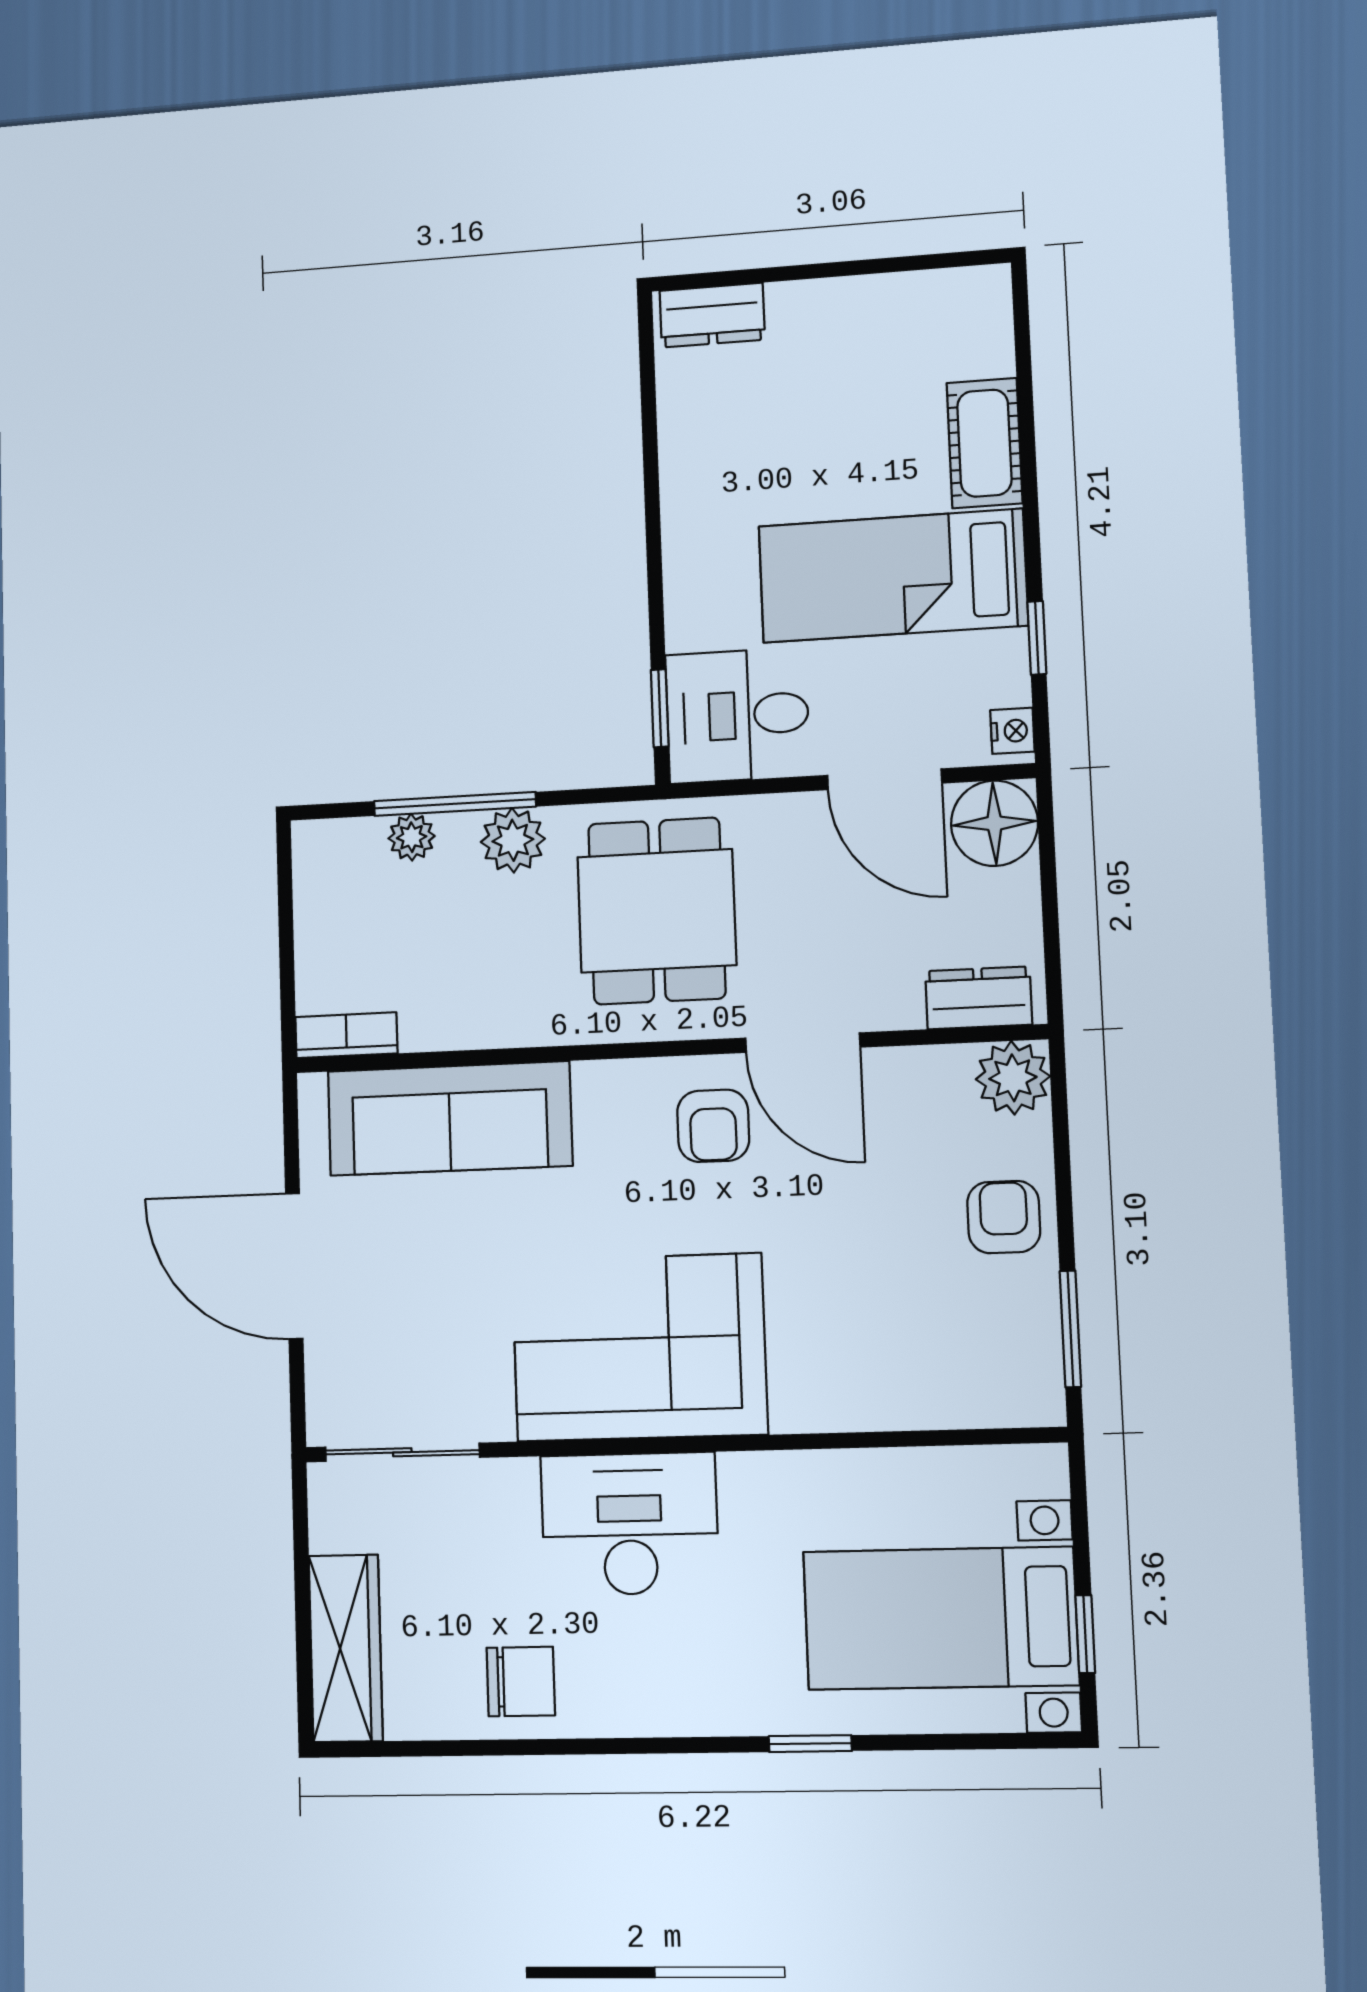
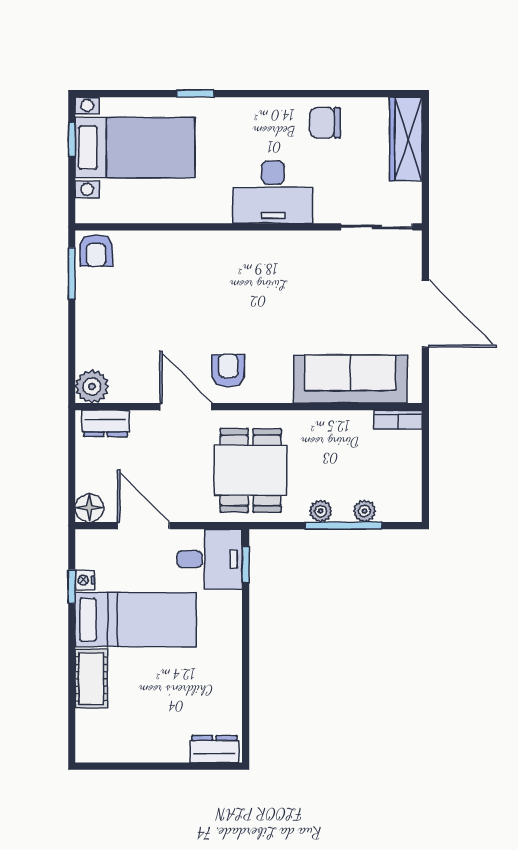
nightstand: (1012, 731) -> (85, 580), moved
floor lamp: (994, 823) -> (89, 508), width x0.73, depth x0.73
plant: (513, 840) -> (321, 511), width x0.73, depth x0.73
armchair: (1004, 1217) -> (96, 250), moved
corner sofa: (639, 1347) -> (266, 271), removed

